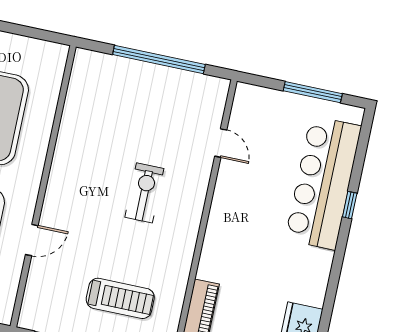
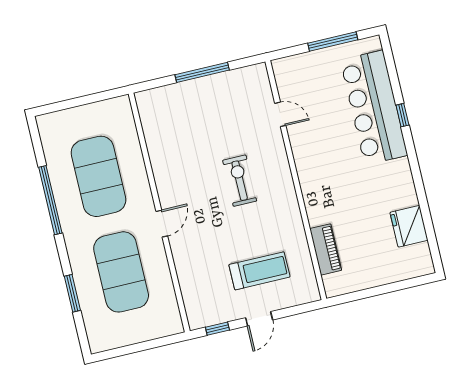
window: (159, 59) -> (202, 72), width x0.68
door: (32, 240) -> (162, 224), moved

